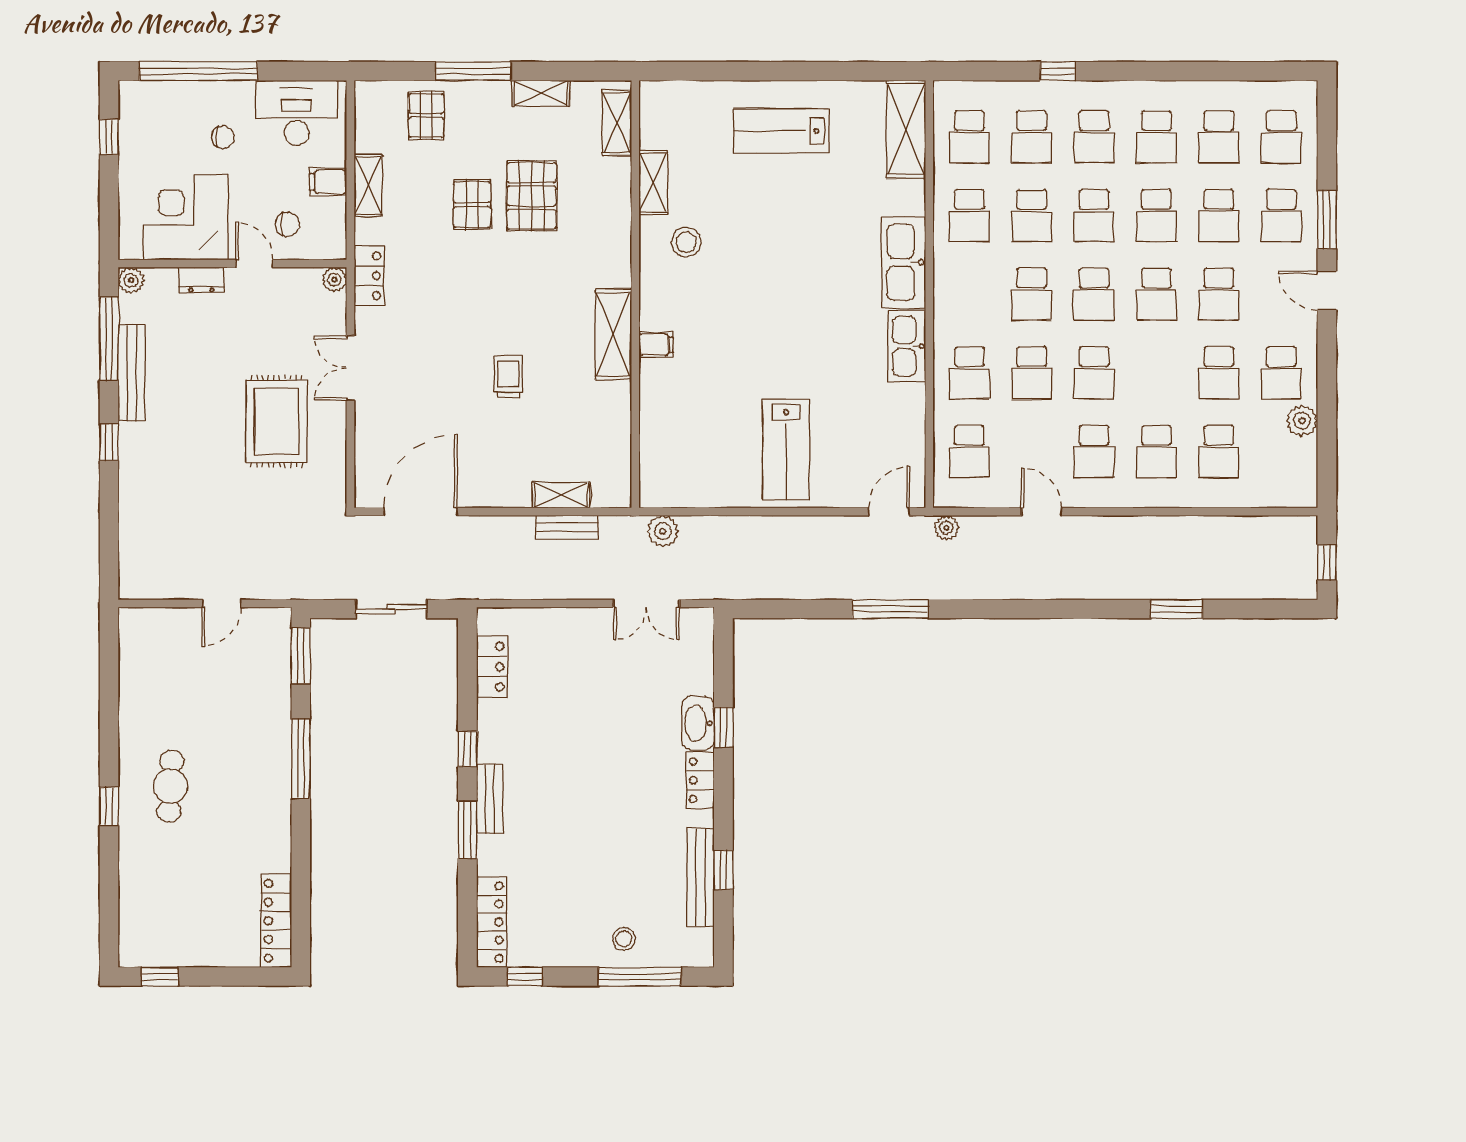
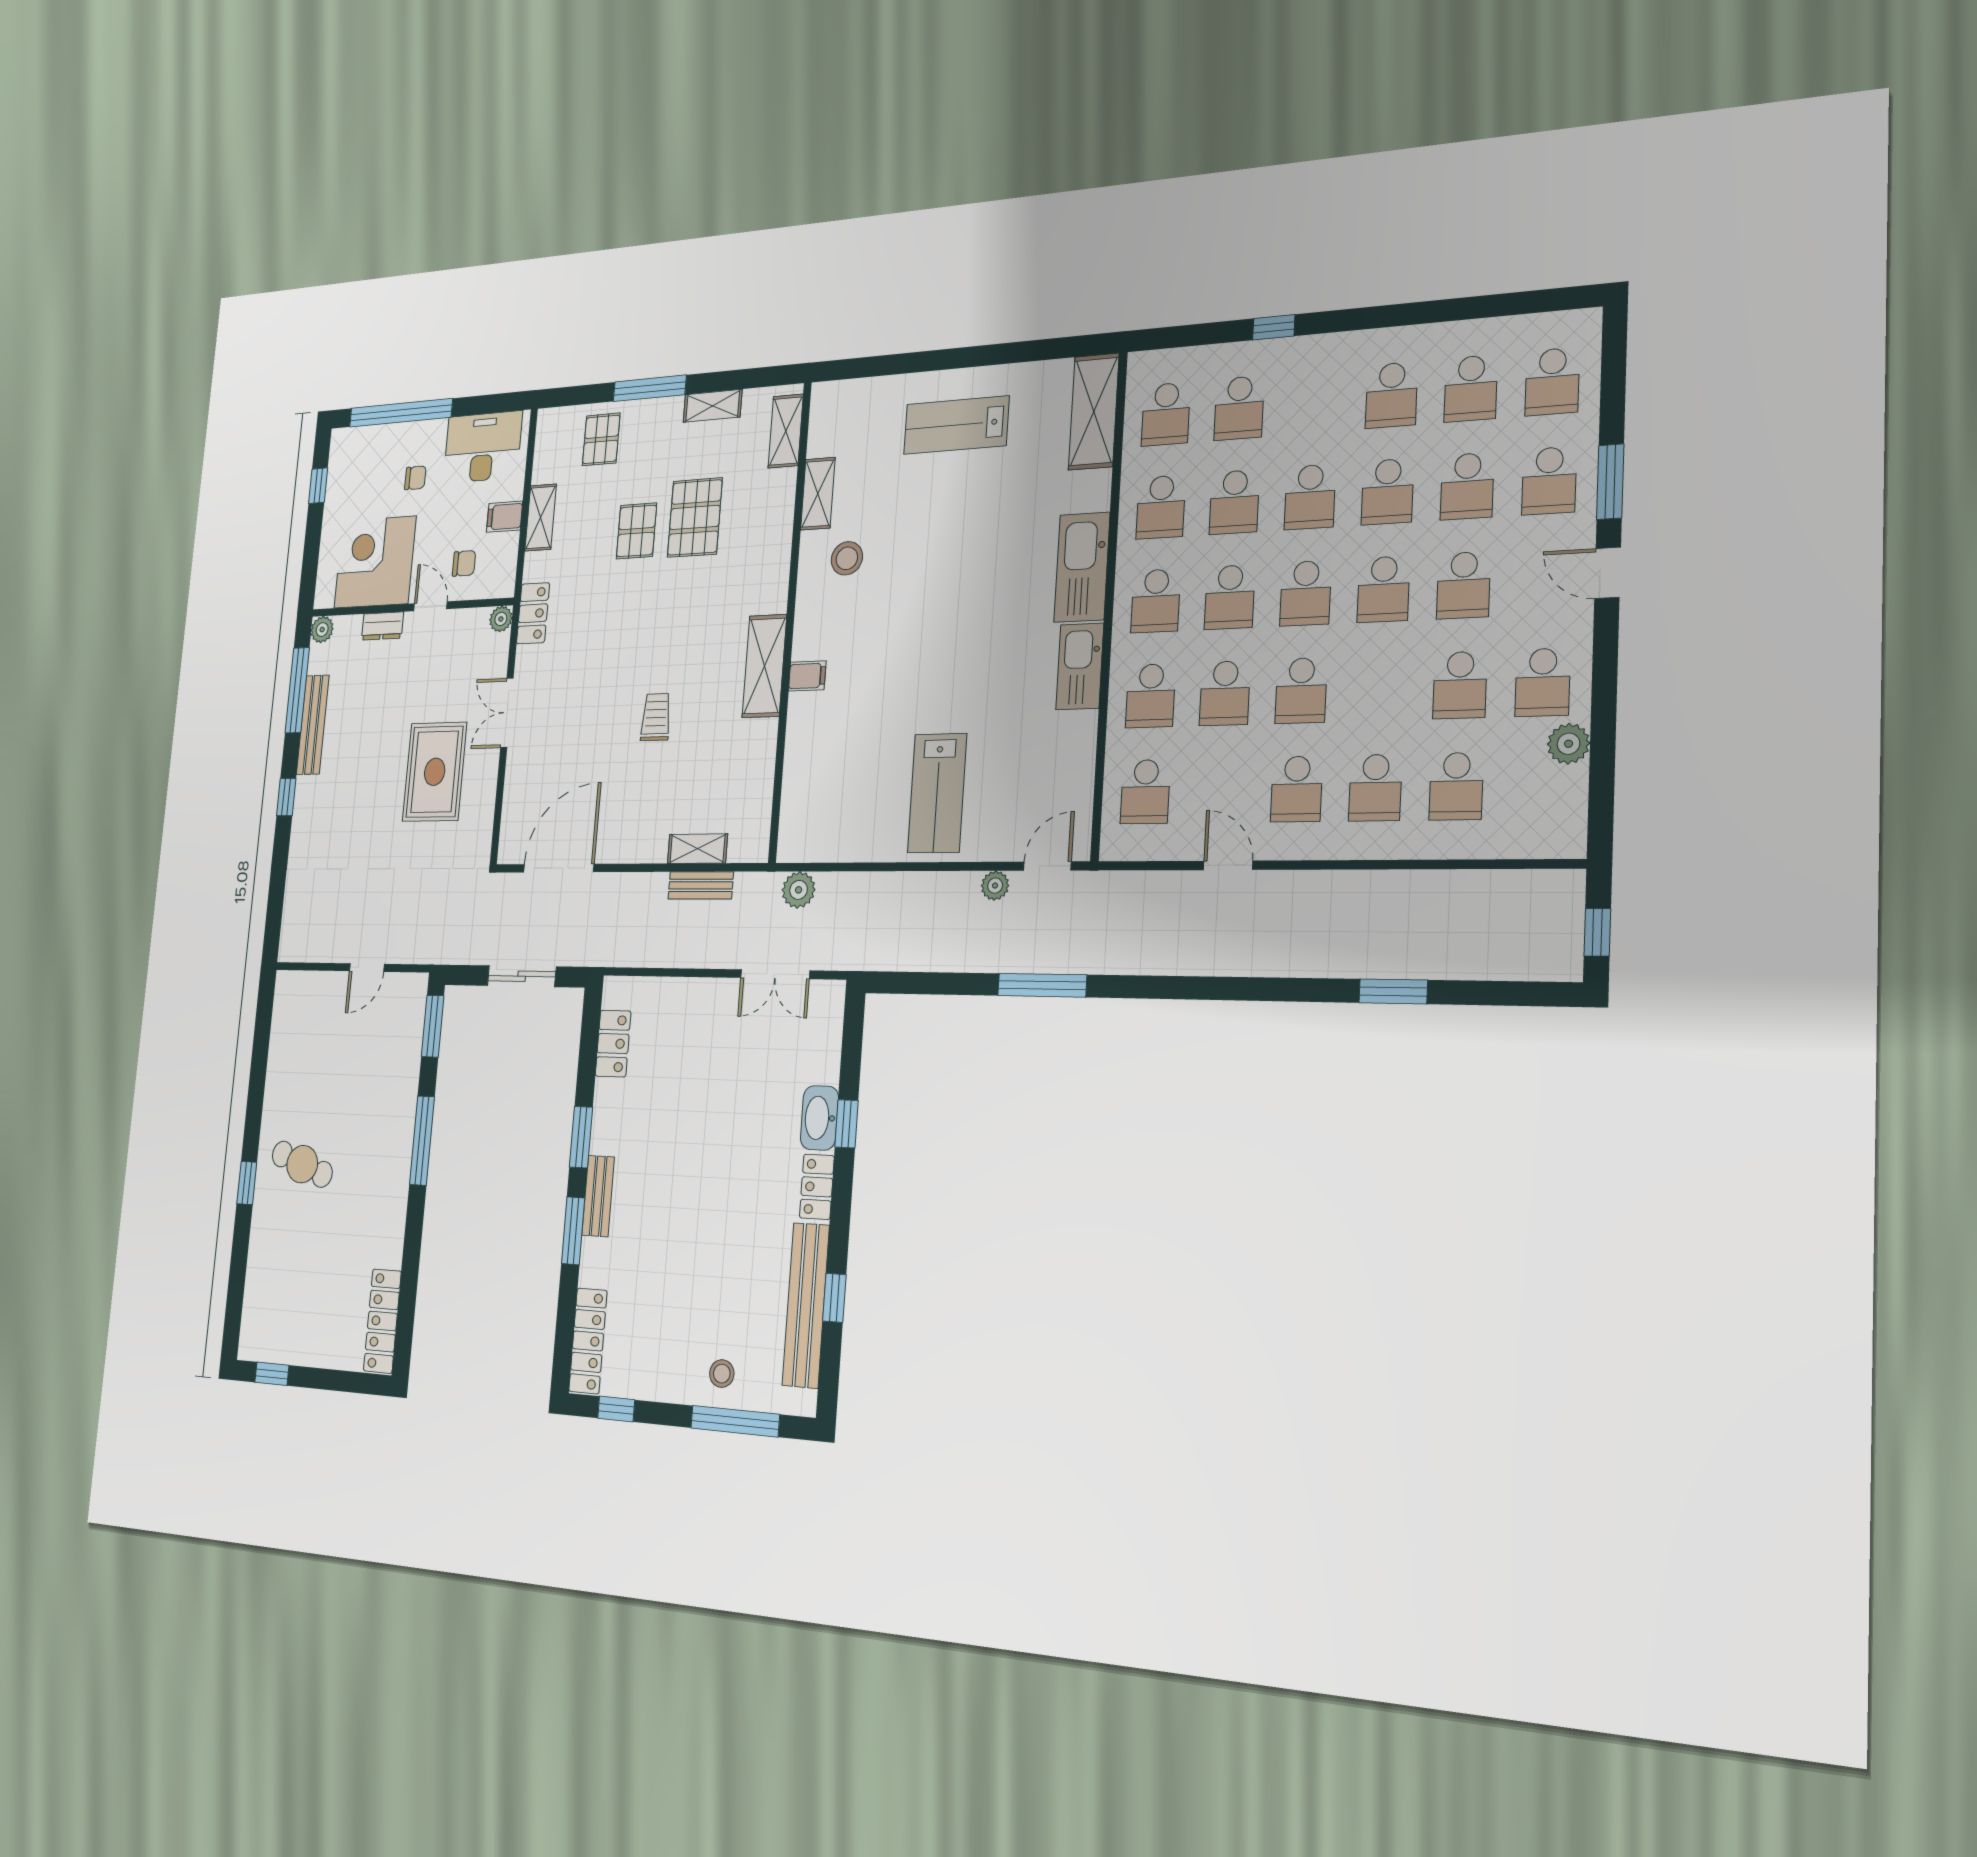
school desk: (1094, 137) -> (1156, 601), moved
plant: (946, 528) -> (995, 886), moved
window: (467, 749) -> (581, 1137), width x1.50
cafe table: (170, 786) -> (302, 1164), turned -74
bench: (701, 878) -> (806, 1305), width x1.37, depth x1.21

